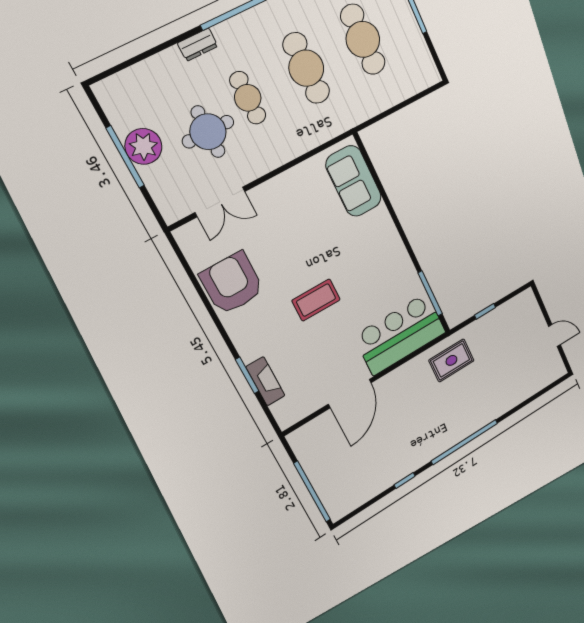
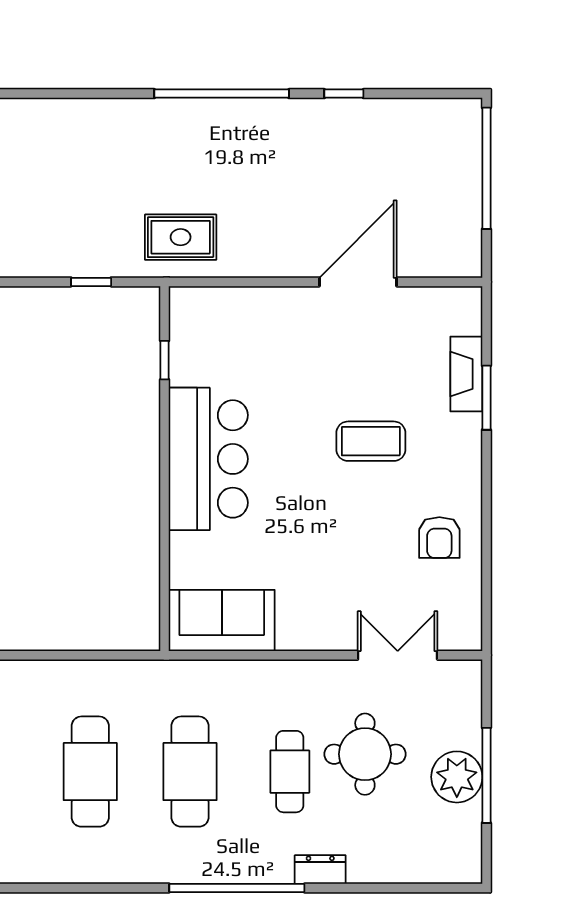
sofa: (354, 181) -> (222, 620), moved, turned -90
armchair: (232, 283) -> (439, 538), width x0.53, depth x0.53
window: (430, 293) -> (165, 360), width x0.46
coffee table: (316, 300) -> (371, 441), moved
bar counter: (400, 334) -> (208, 459), moved, turned -90

